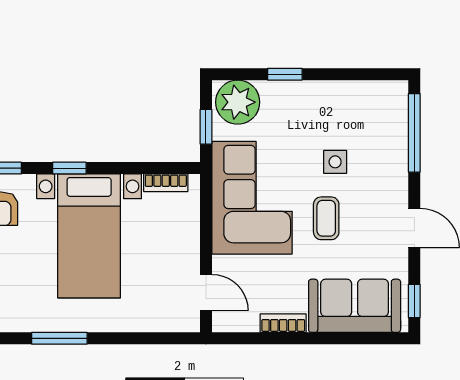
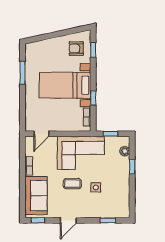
plant: (238, 102) -> (125, 151), width x0.53, depth x0.53
window: (414, 133) -> (108, 220), width x0.46
window: (69, 168) -> (93, 98), moved

